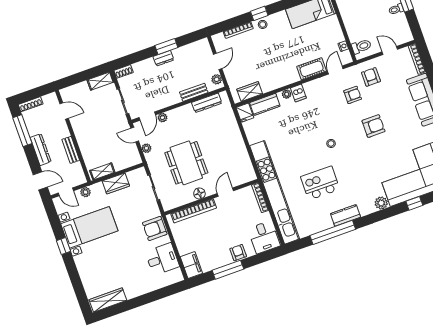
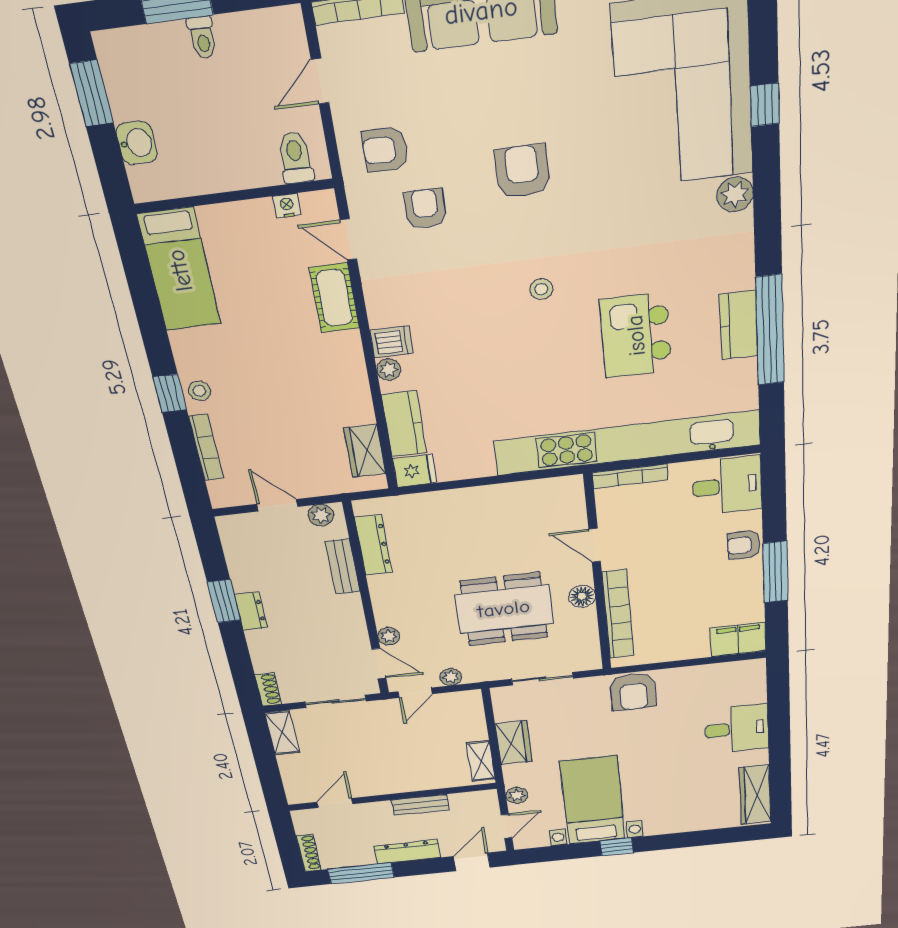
kitchen counter: (346, 215) -> (739, 325), moved
desk: (162, 259) -> (737, 729), moved, turned 90

